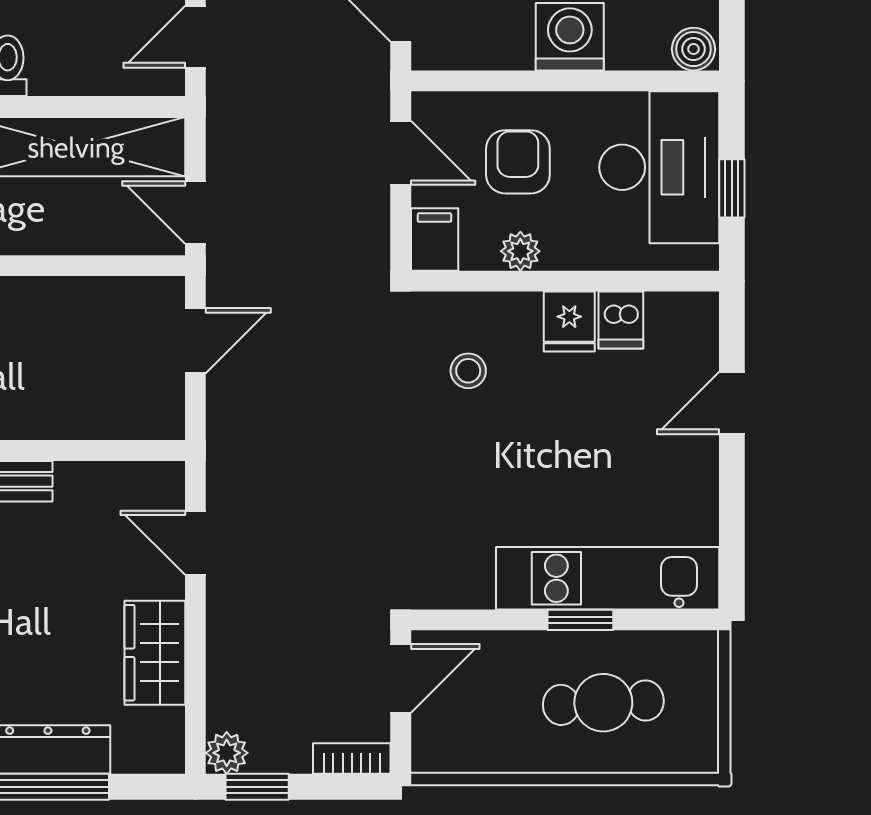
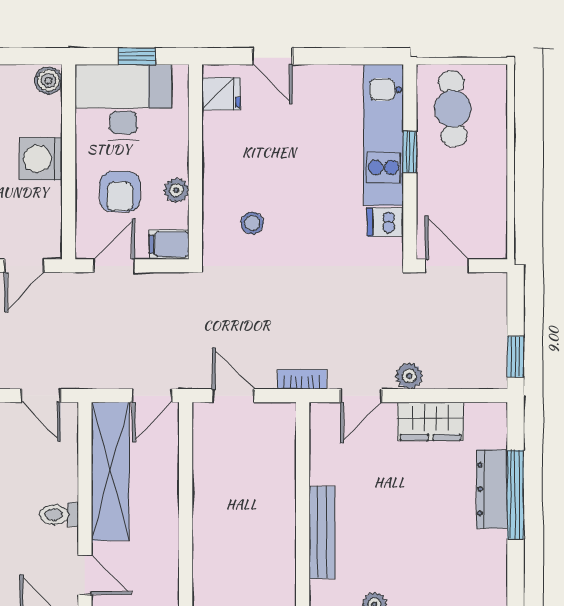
armchair: (518, 162) -> (120, 192), turned -90
dishwasher: (621, 320) -> (385, 222), moved, turned 180
fridge: (569, 321) -> (221, 94), moved
cafe table: (603, 703) -> (453, 109), moved
plant: (227, 753) -> (409, 376), moved
bookcase: (352, 759) -> (302, 379), moved, turned 90

